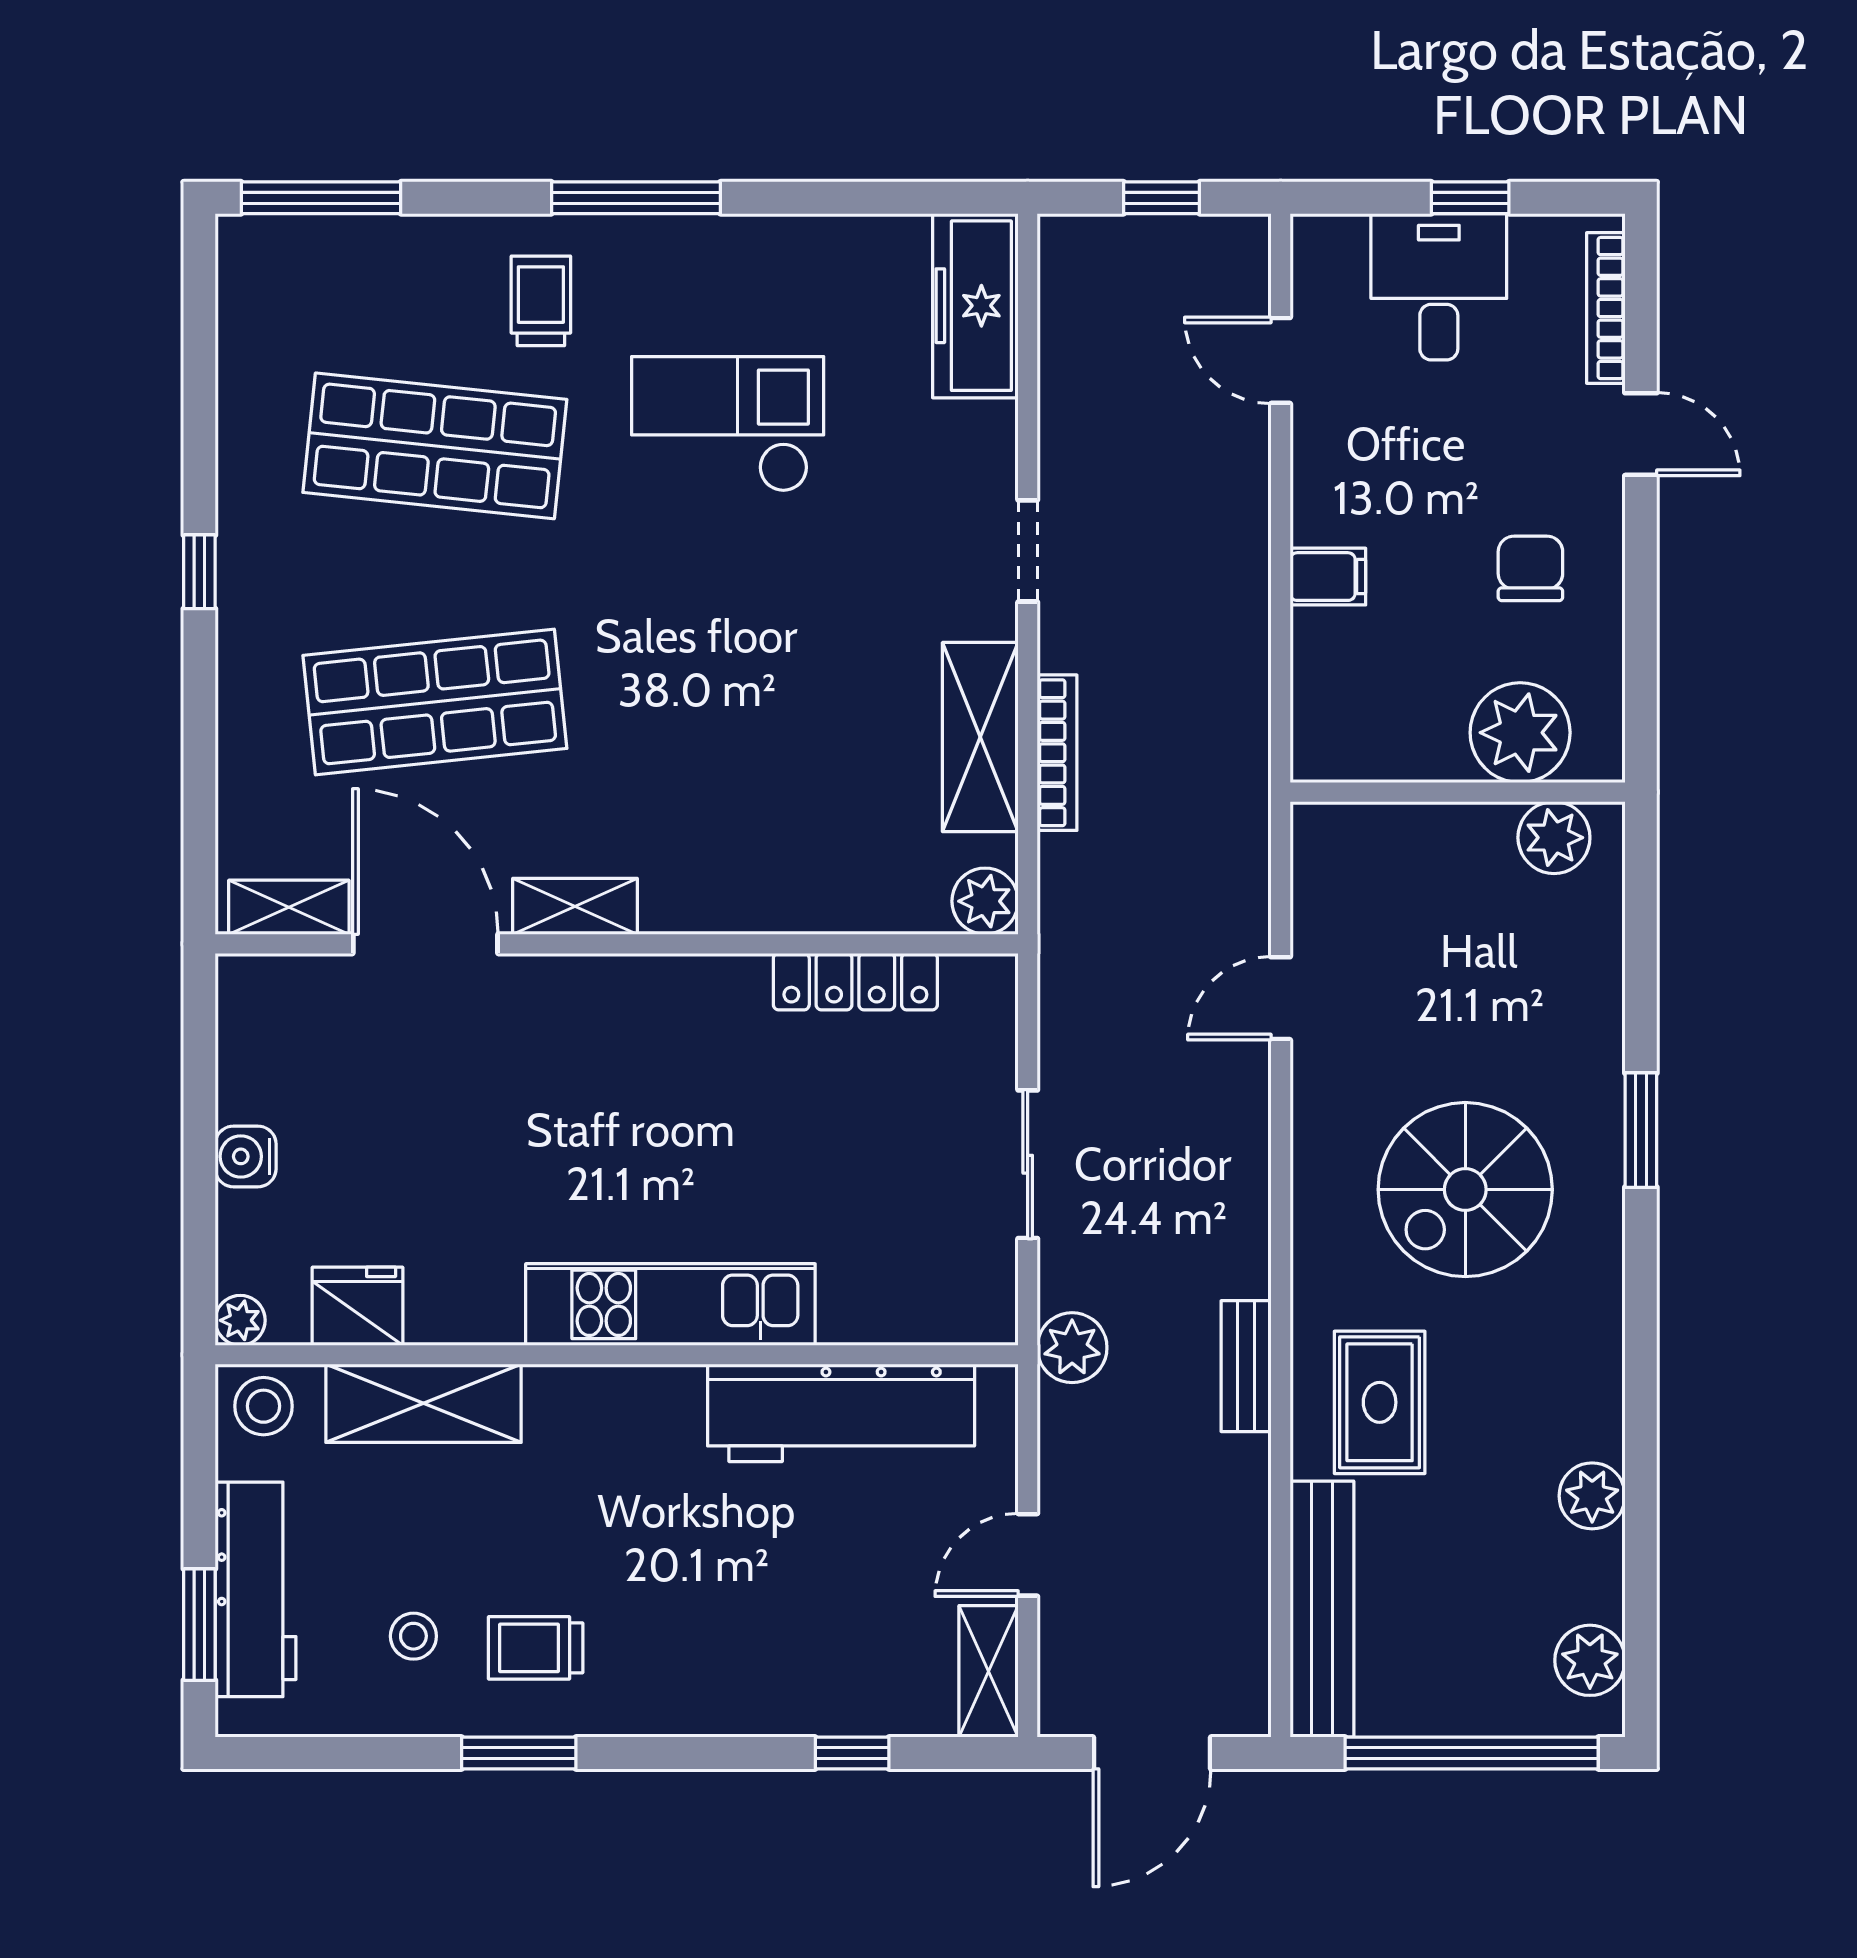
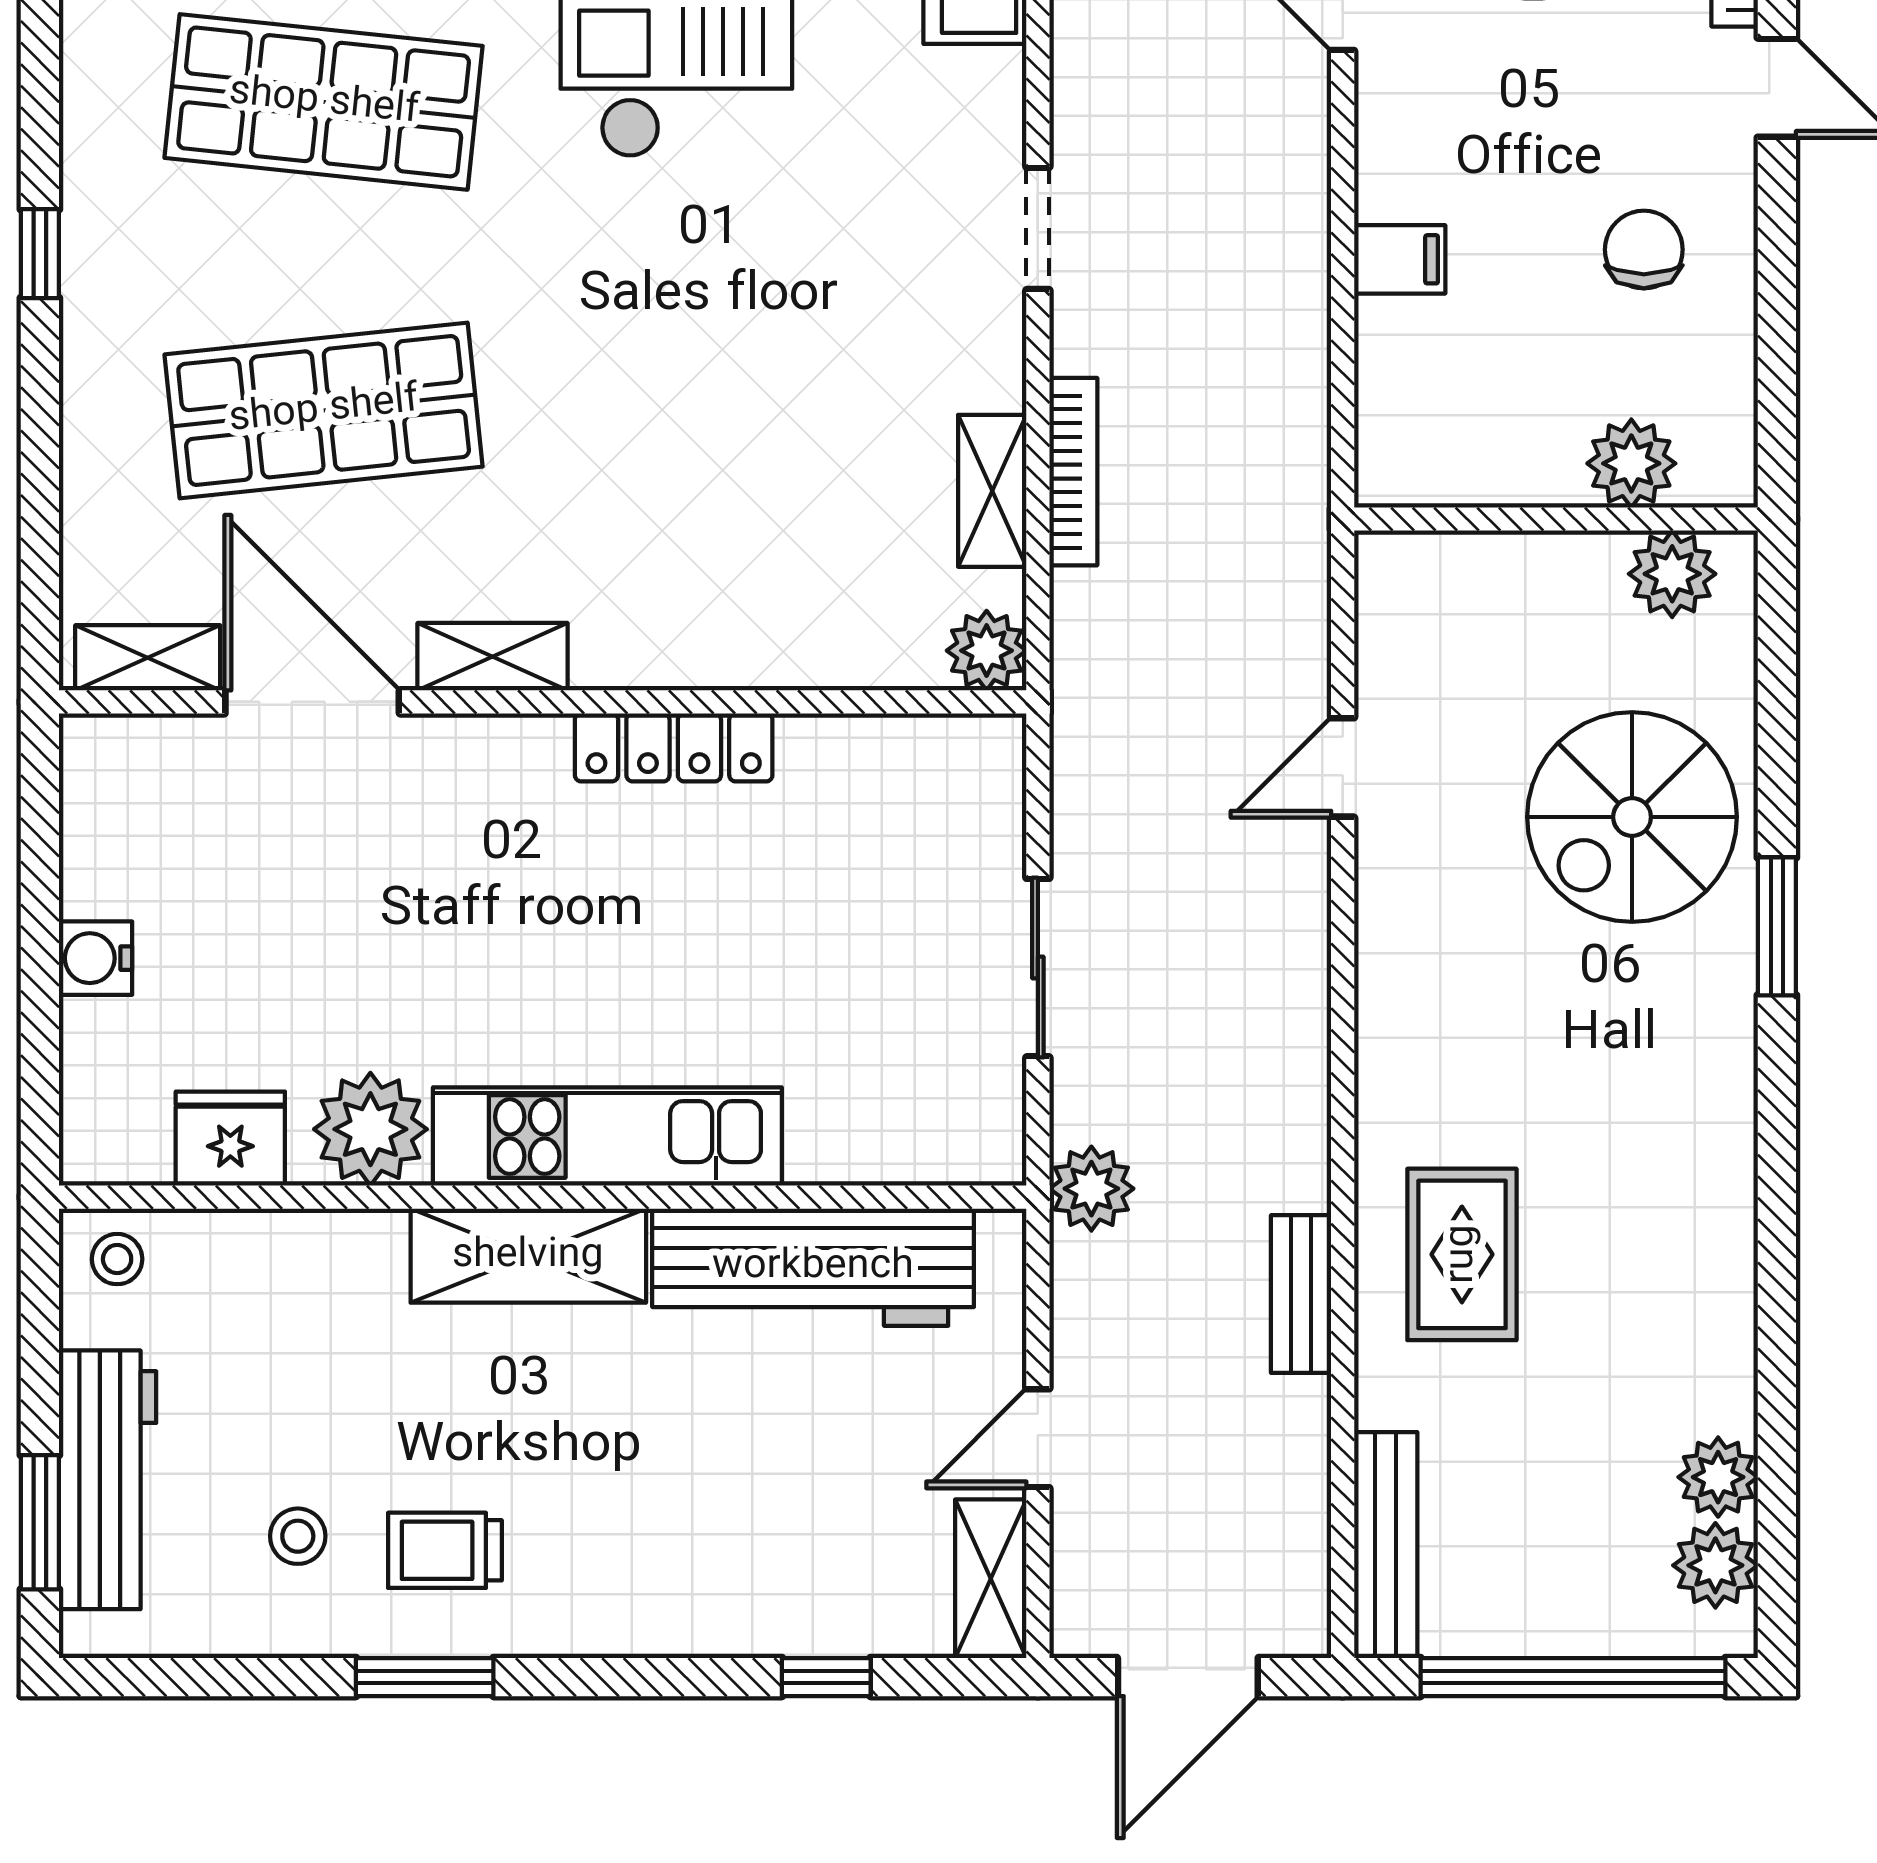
plant: (1520, 733) -> (1631, 463), width x0.73, depth x0.73
shelving: (980, 737) -> (992, 491), width x0.67, depth x0.75
locker: (855, 982) -> (674, 747), moved
spiral stairs: (1465, 1190) -> (1632, 817), moved
plant: (240, 1320) -> (370, 1129), moved, width x1.87, depth x1.87
bench: (1246, 1366) -> (1301, 1294), moved
shelving: (423, 1403) -> (528, 1256), moved
stool: (263, 1406) -> (117, 1259), width x0.73, depth x0.73
plant: (1592, 1496) -> (1718, 1477), moved
bench: (1322, 1609) -> (1386, 1545), width x0.73, depth x0.82

